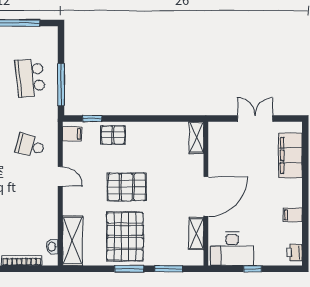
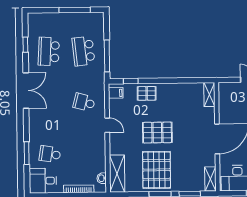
shelving: (196, 234) -> (210, 179), moved

